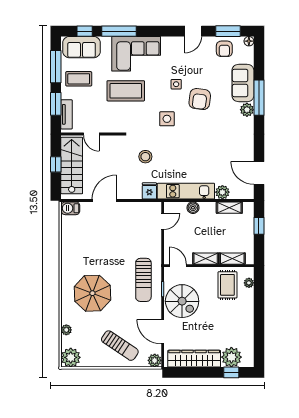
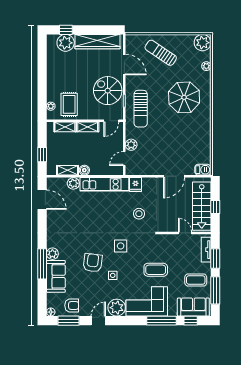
plant: (172, 46) -> (117, 308), added
armchair: (224, 49) -> (72, 305), turned 90
coffee table: (126, 91) -> (156, 270), width x0.73, depth x0.76
boiler: (193, 208) -> (84, 170), moved
door: (178, 266) -> (111, 121), hinge flipped
sun lounger: (143, 280) -> (141, 109), turned 180
plant: (155, 360) -> (131, 145), moved

